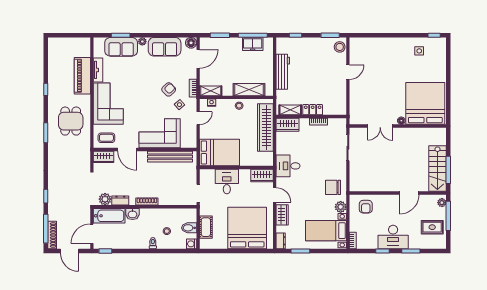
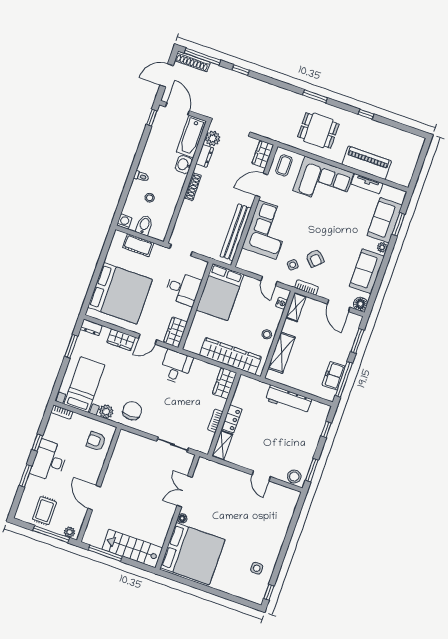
shelving: (290, 110) -> (222, 445), moved
stairs: (437, 168) -> (132, 548), moved

